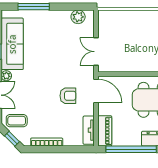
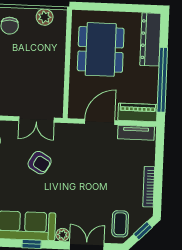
door: (96, 91) -> (100, 122), moved
armchair: (68, 96) -> (40, 163), moved, turned 120

